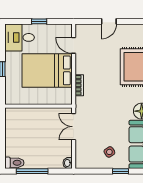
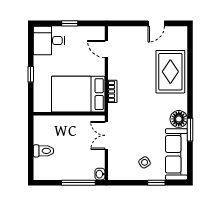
door: (109, 21) -> (156, 23), moved
bed: (47, 70) -> (78, 94), moved
toilet: (14, 163) -> (44, 151), moved
window: (32, 171) -> (78, 183), moved

